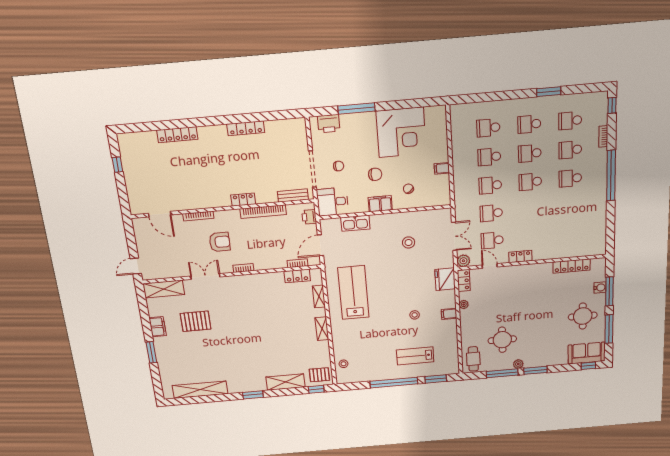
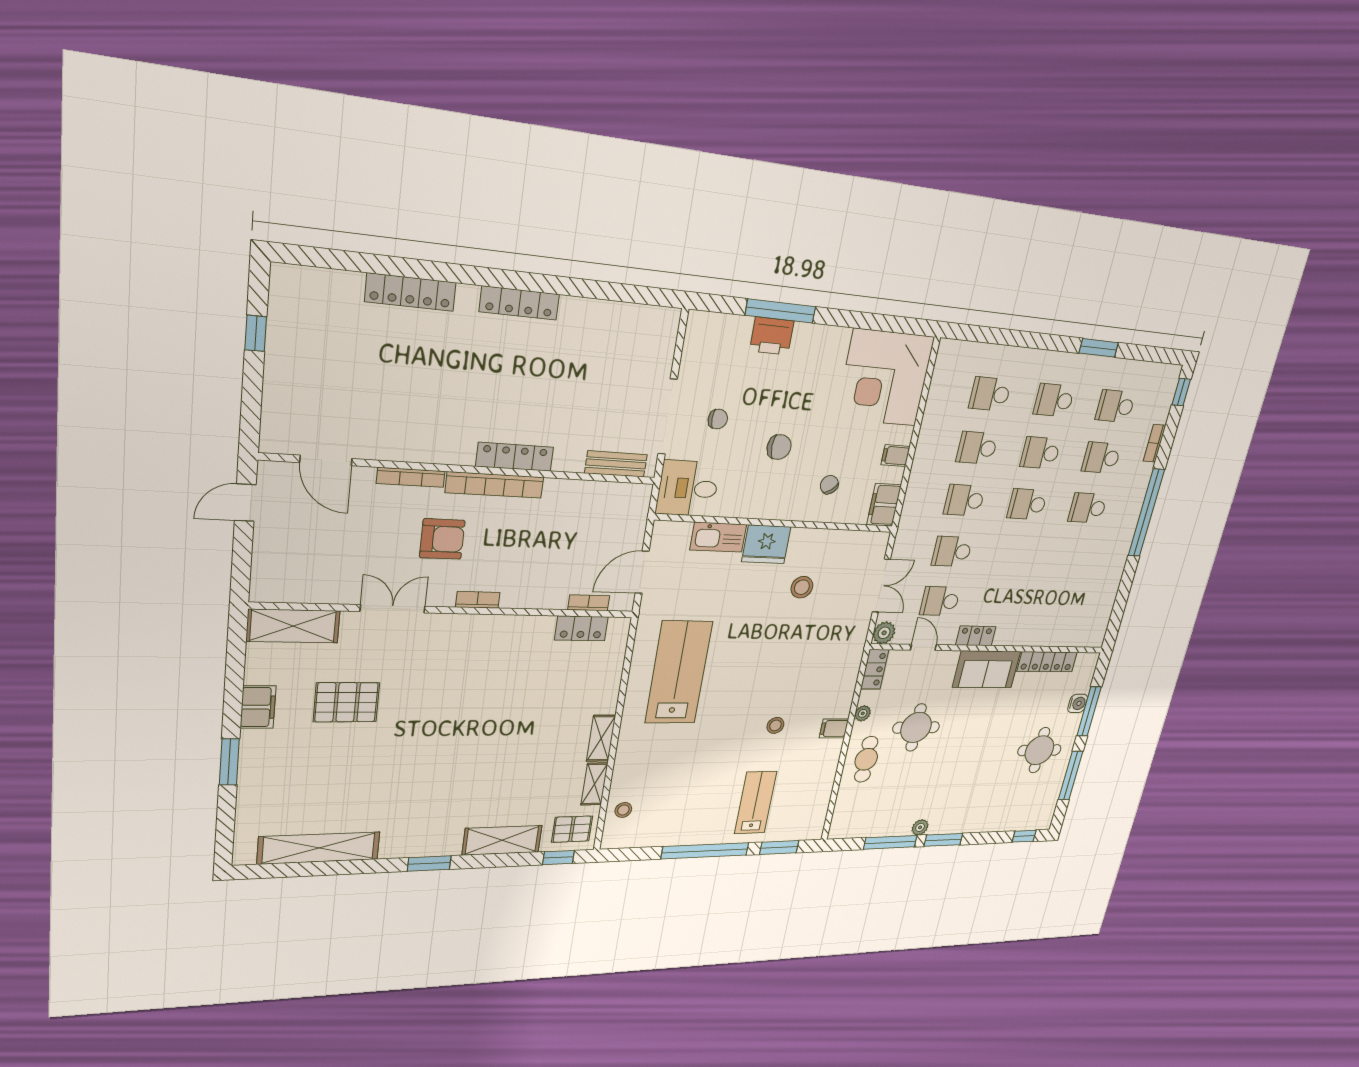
printer: (329, 124) -> (772, 336), moved
locker: (246, 128) -> (519, 303), moved
corner desk: (401, 132) -> (885, 378), moved, turned 90
locker: (243, 200) -> (515, 457), width x1.53
filing cabinet: (380, 204) -> (884, 505), moved, turned -90
bookcase: (263, 212) -> (495, 485), moved
printer: (309, 217) -> (636, 512), removed
door: (136, 266) -> (245, 503), moved
fridge: (445, 279) -> (766, 544), moved, turned -90
shelving: (319, 297) -> (594, 784), moved
round table: (502, 340) -> (916, 727), moved
sofa: (587, 353) -> (987, 669), moved, turned 180
lab bench: (415, 356) -> (756, 803), turned 90
cafe table: (473, 359) -> (866, 759), moved

